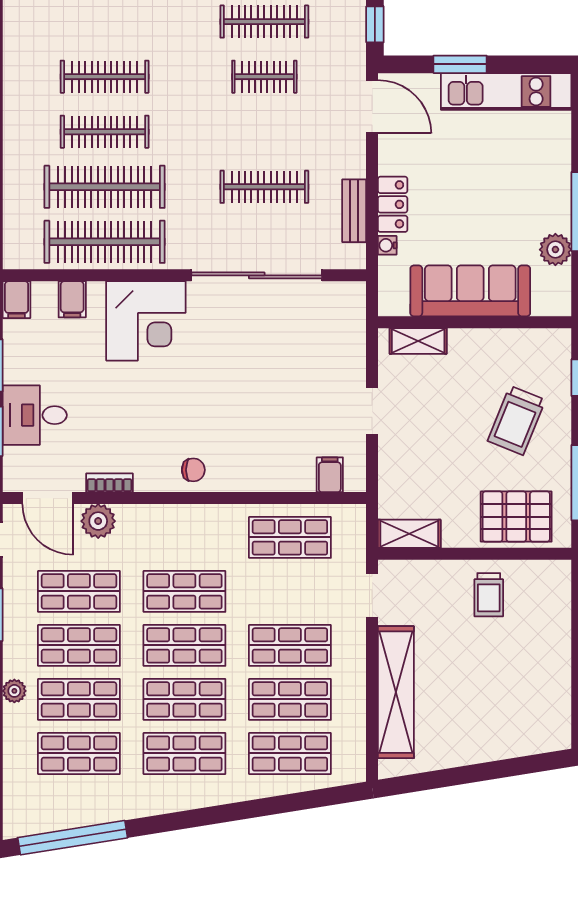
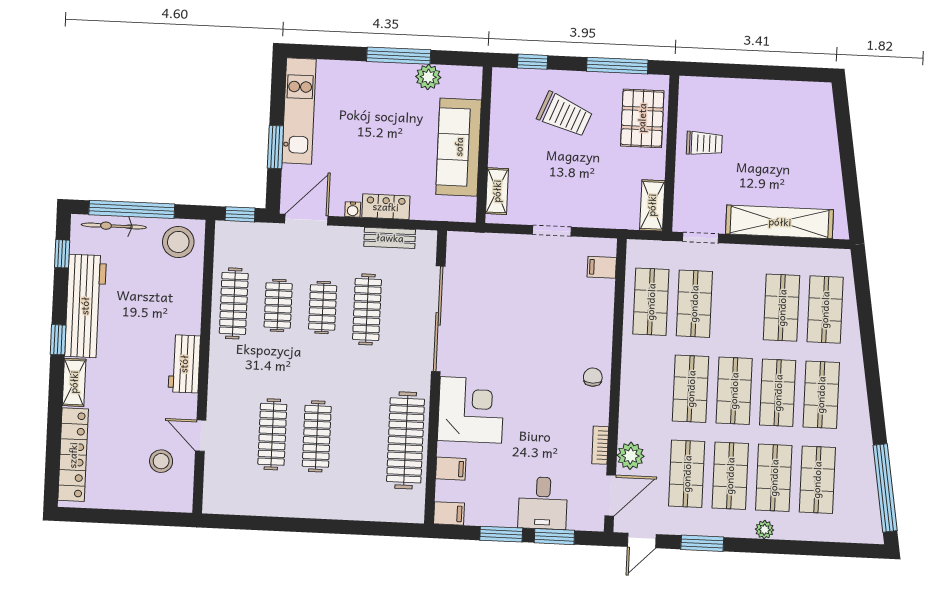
clothes rail: (105, 187) -> (323, 307), moved, width x0.54, depth x0.76
water cooler: (387, 245) -> (353, 209), moved
shop shelf: (290, 645) -> (694, 304), moved

